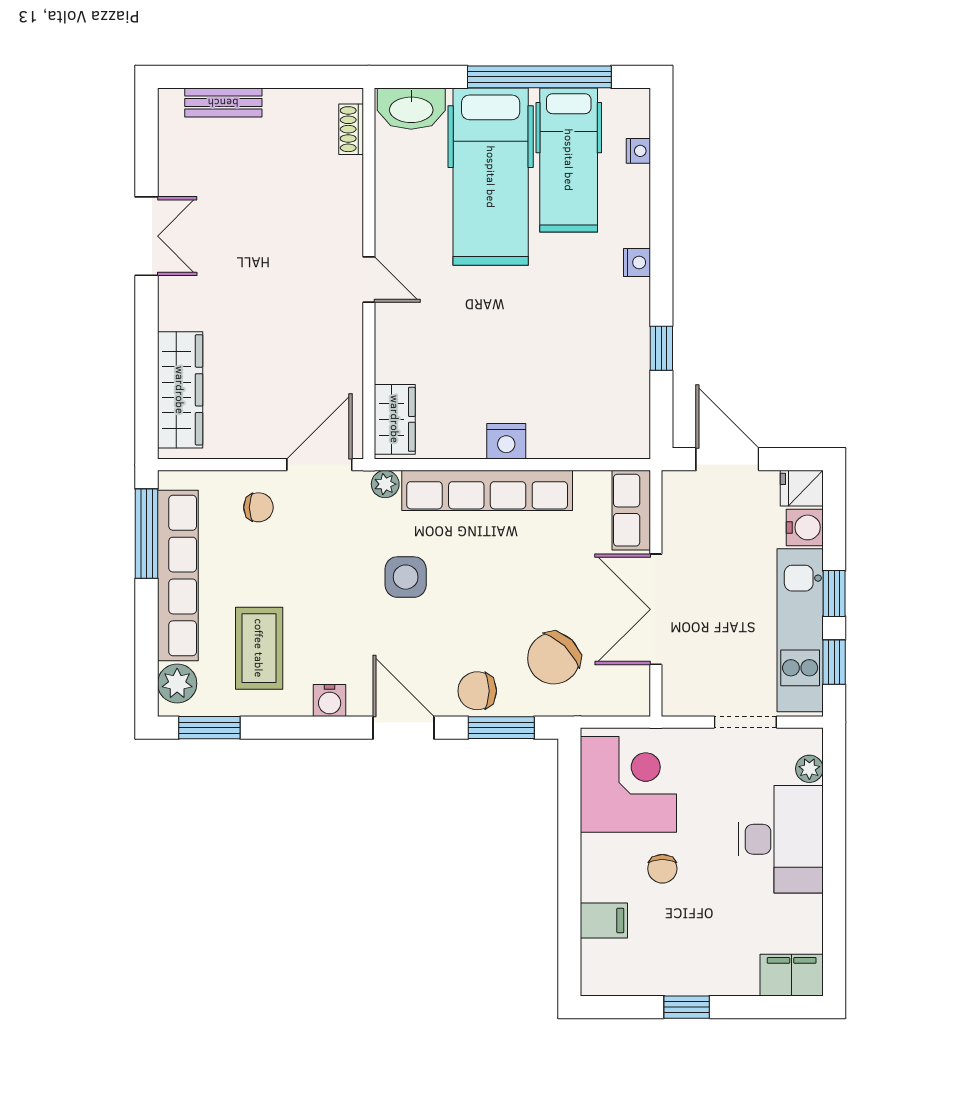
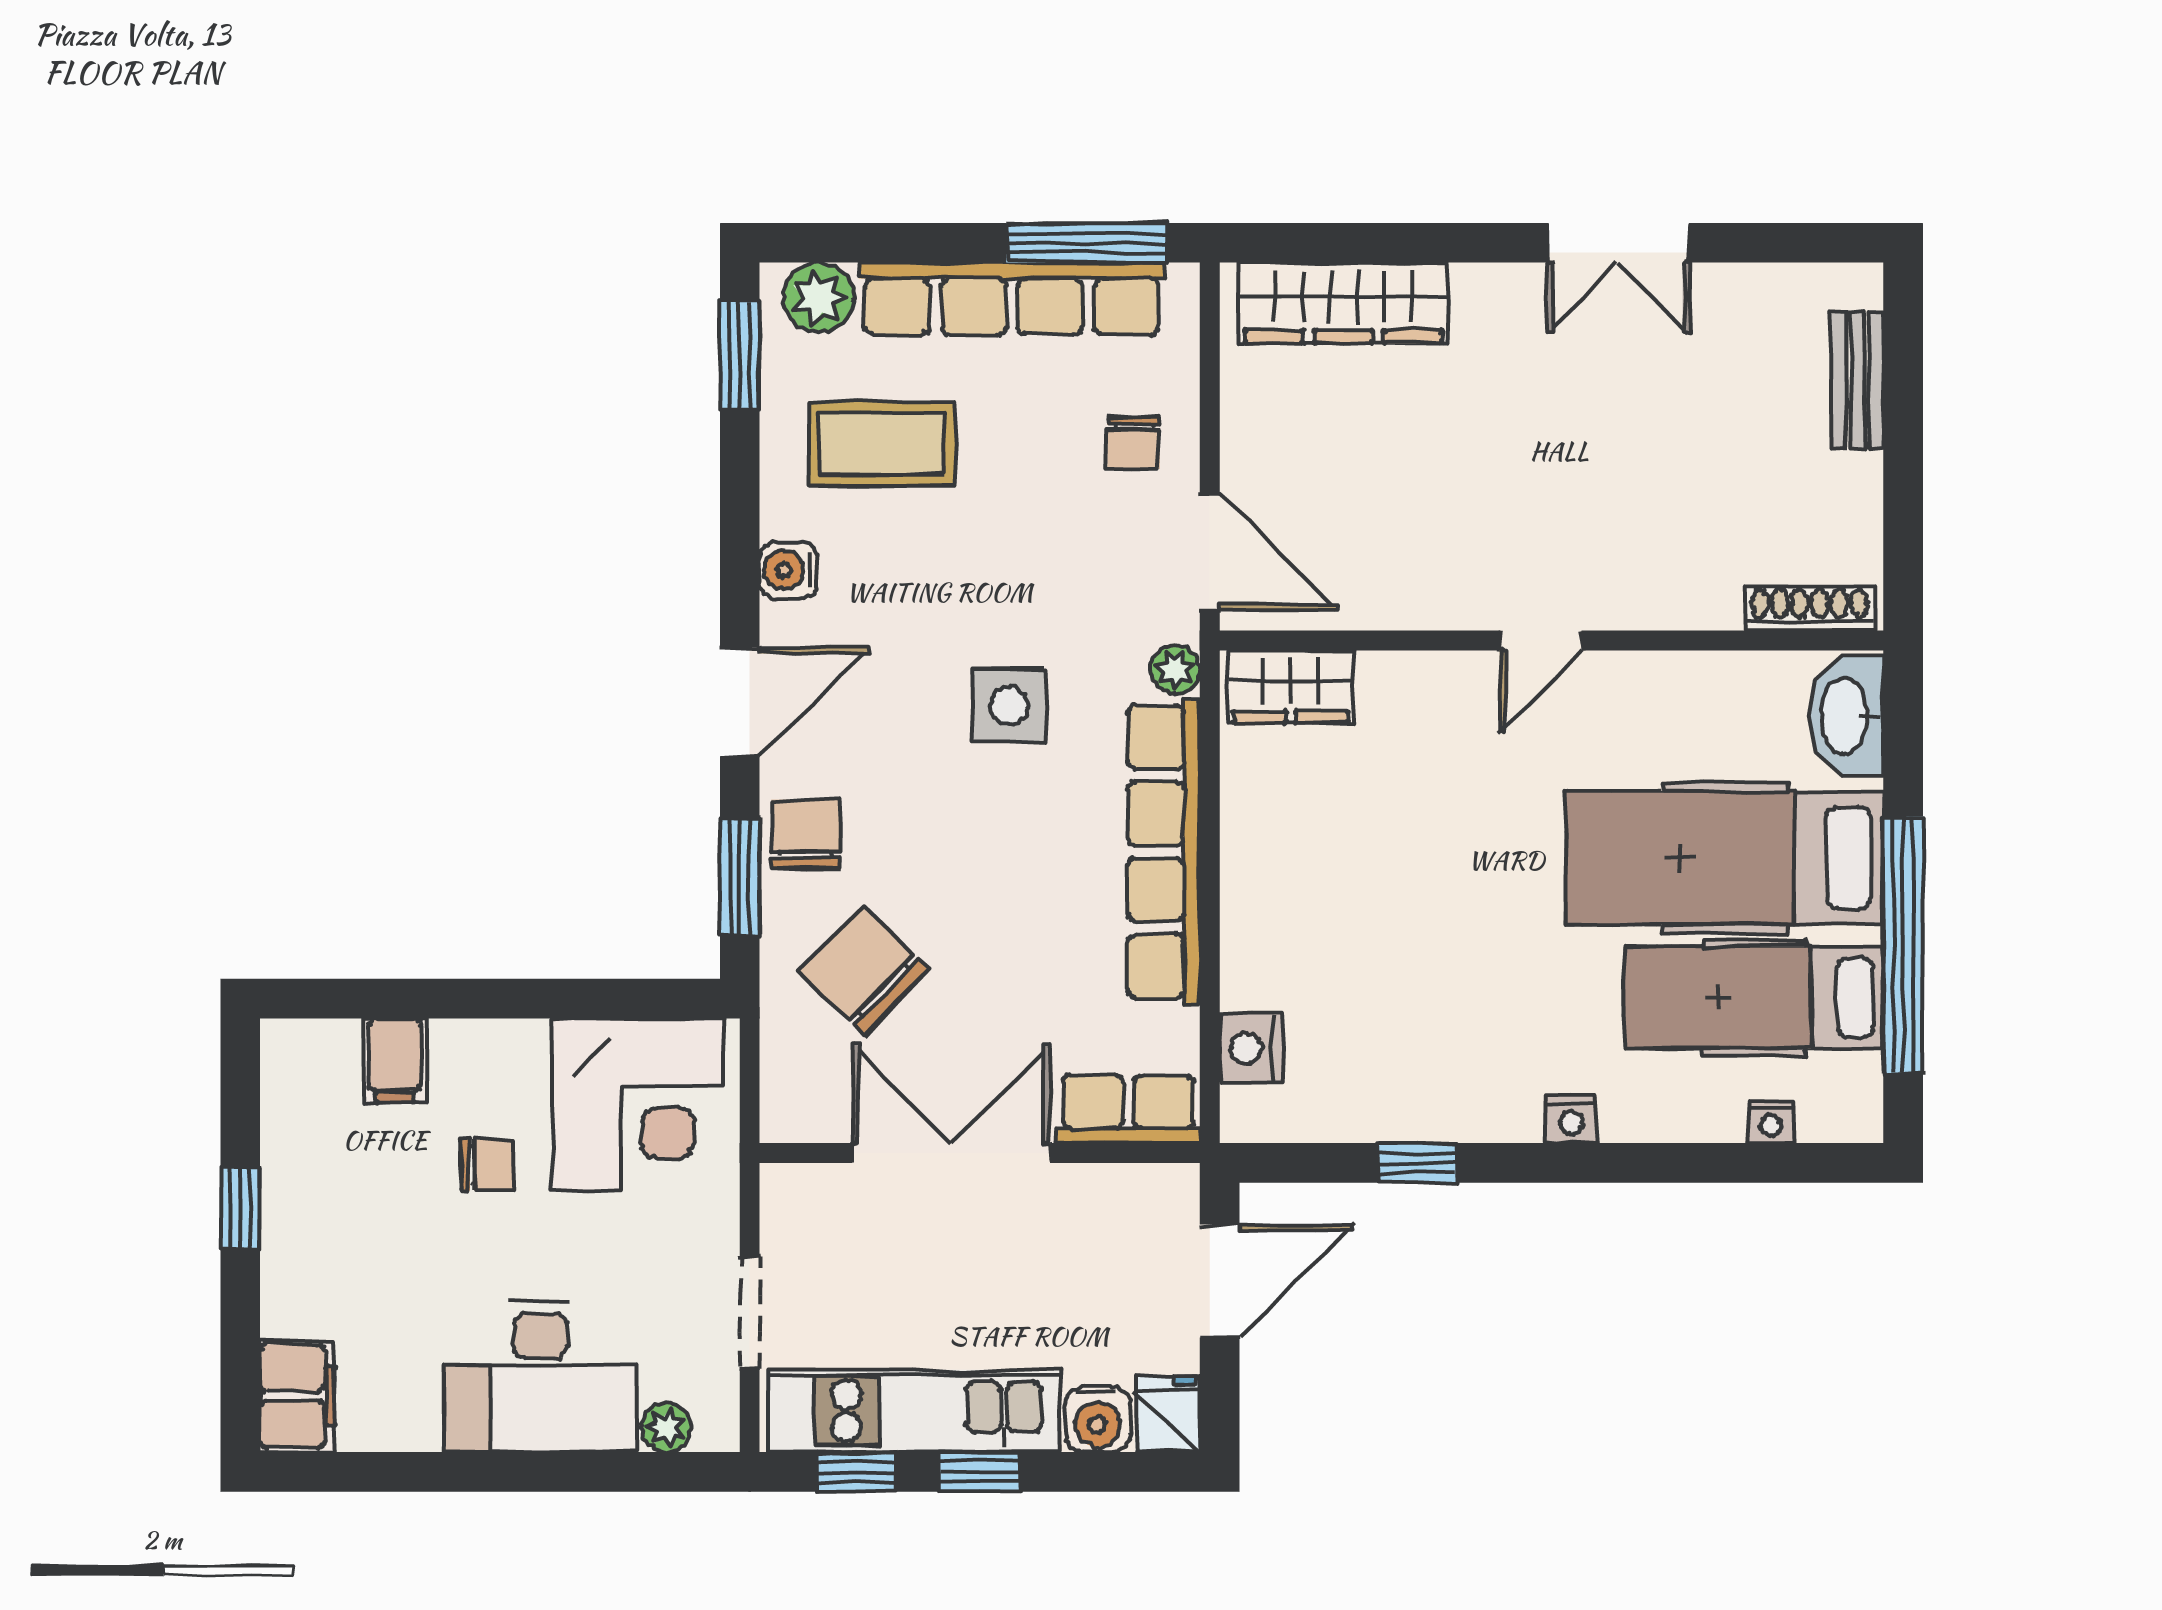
shoe rack: (351, 129) -> (1810, 609), width x1.43
nightstand: (506, 441) -> (1252, 1048), moved
chair: (662, 869) -> (487, 1165), turned 180

